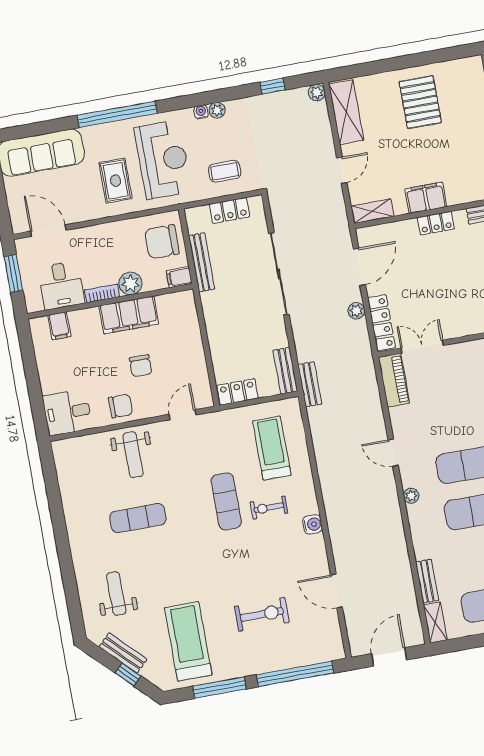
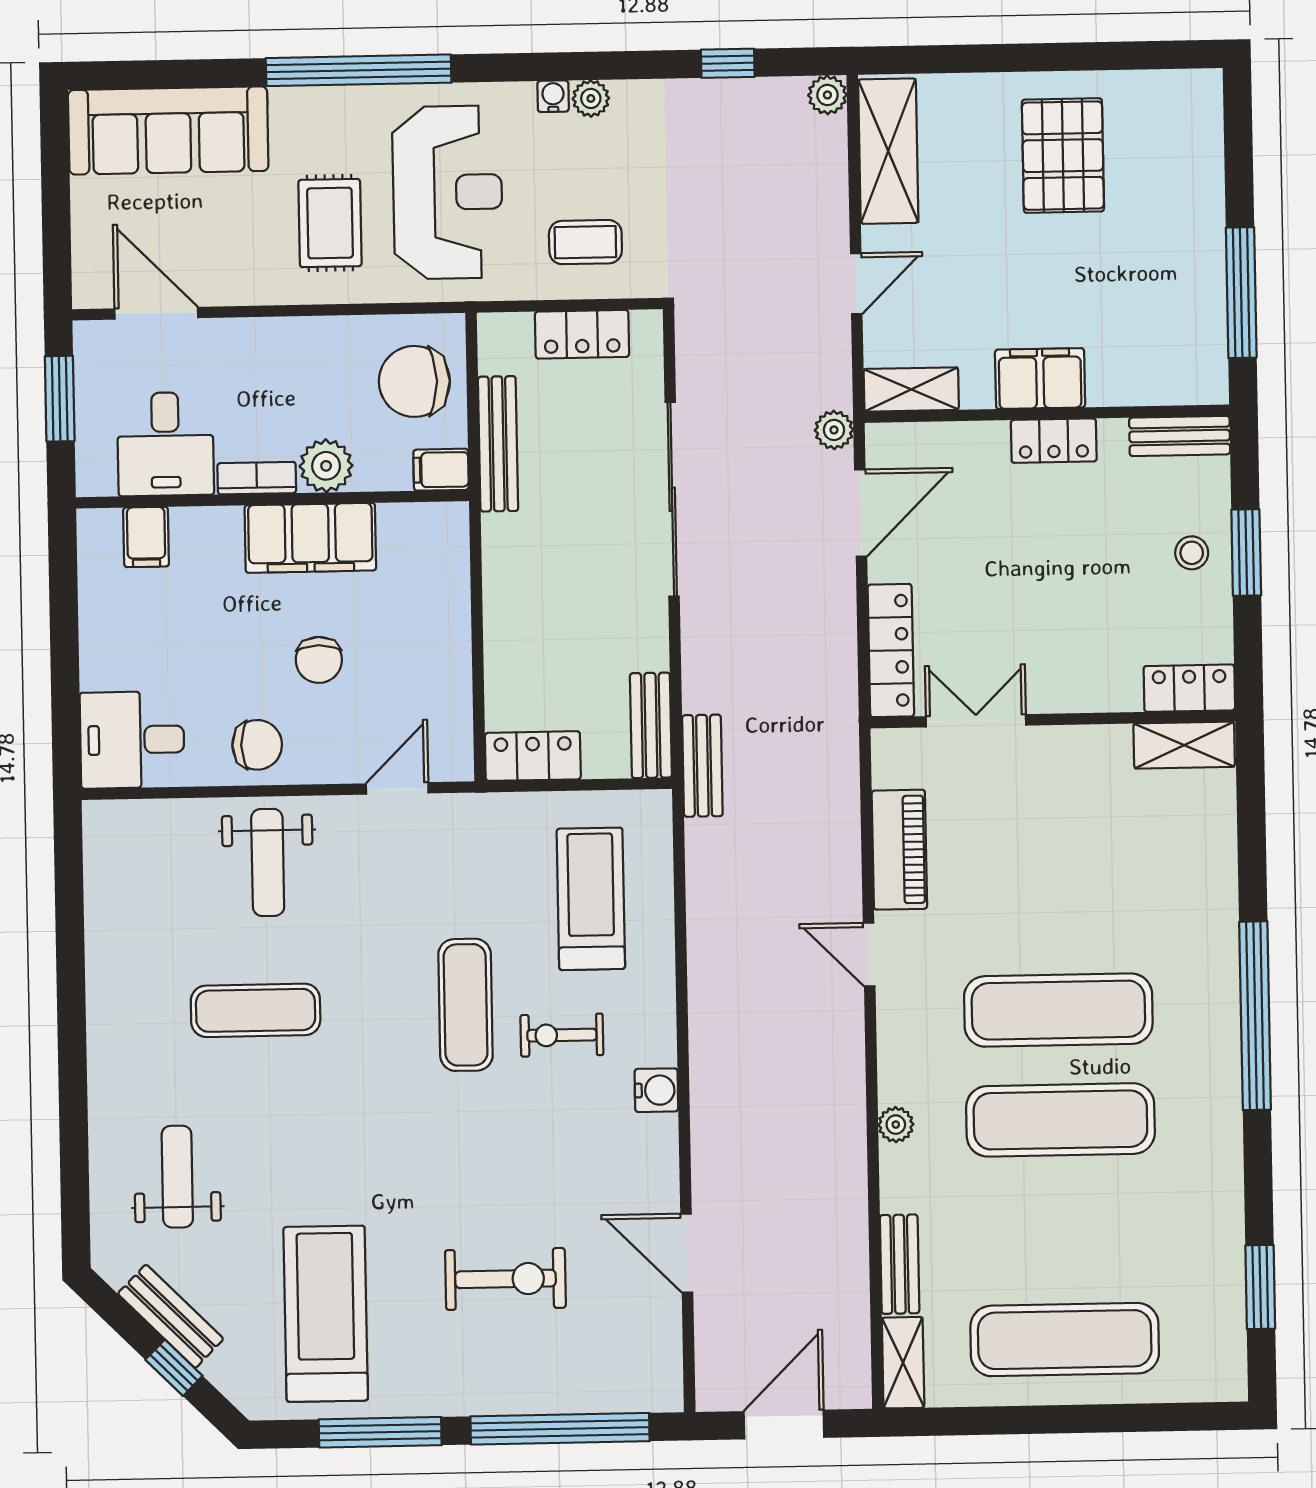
plant: (356, 311) -> (834, 430), moved
piano: (394, 380) -> (899, 850), moved
plant: (411, 496) -> (896, 1125), moved

